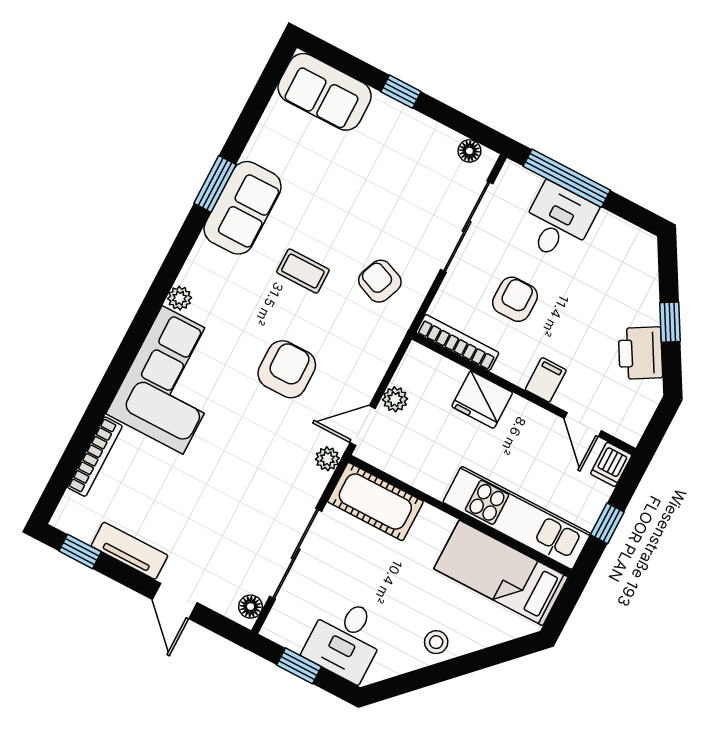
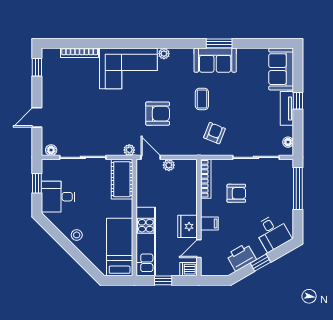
desk: (558, 222) -> (273, 233), moved, turned 60
fridge: (482, 400) -> (187, 226), moved
tv unit: (129, 551) -> (287, 108), moved, turned 180

